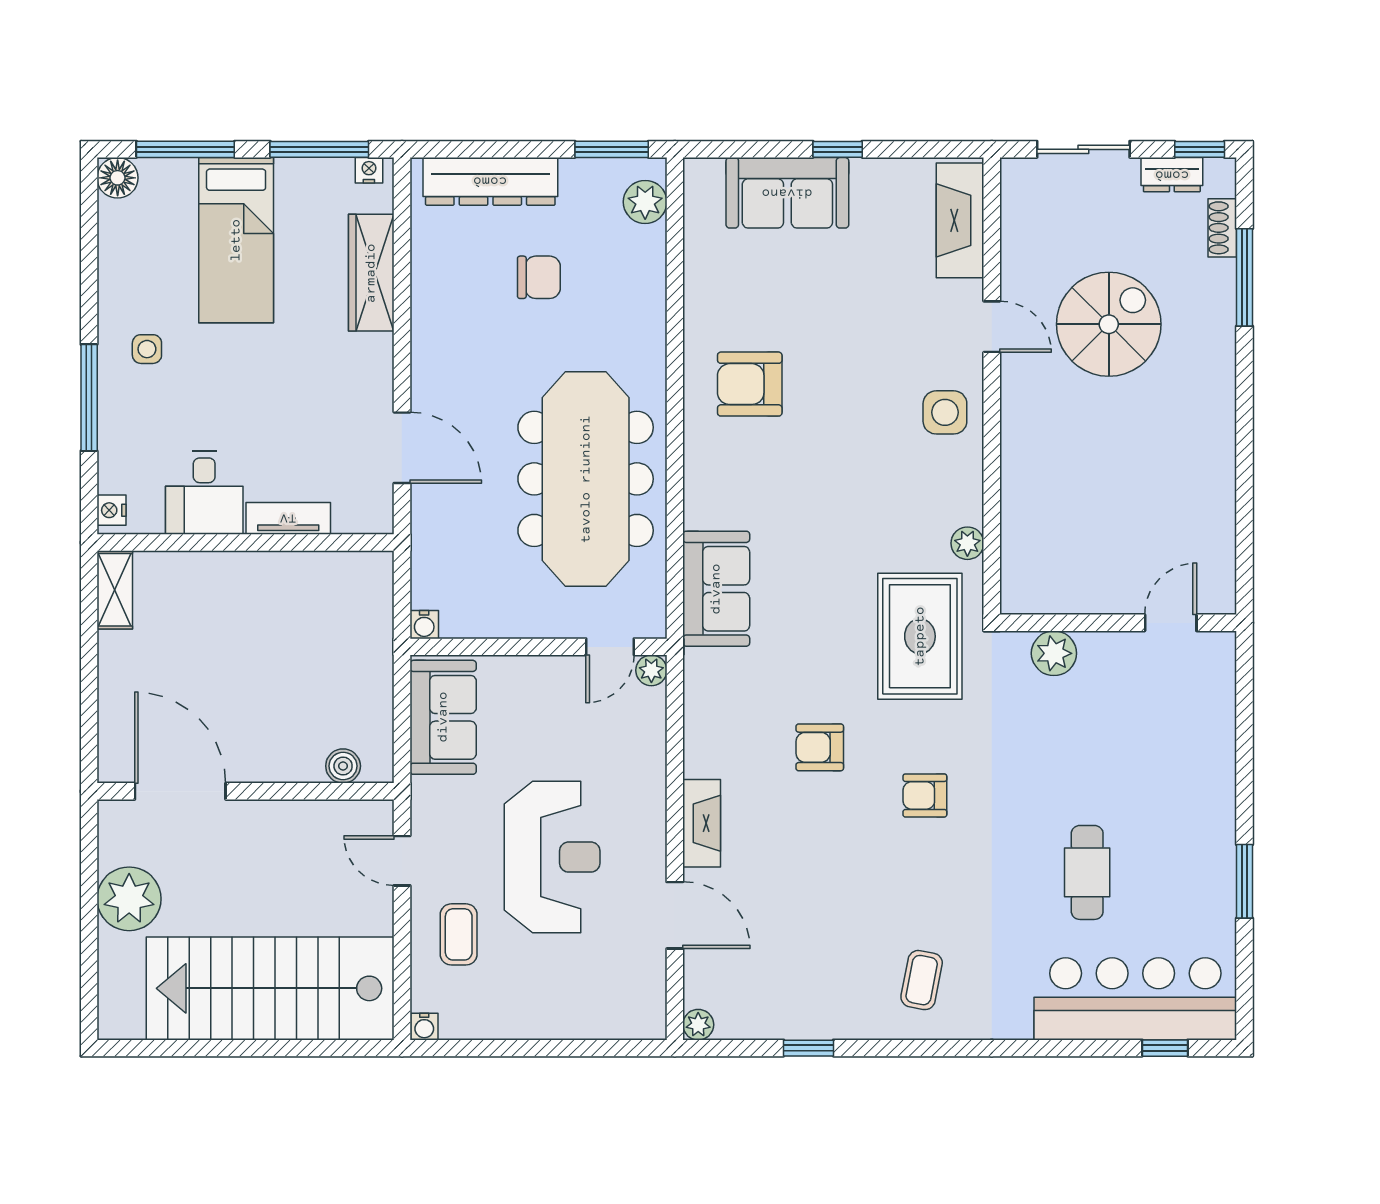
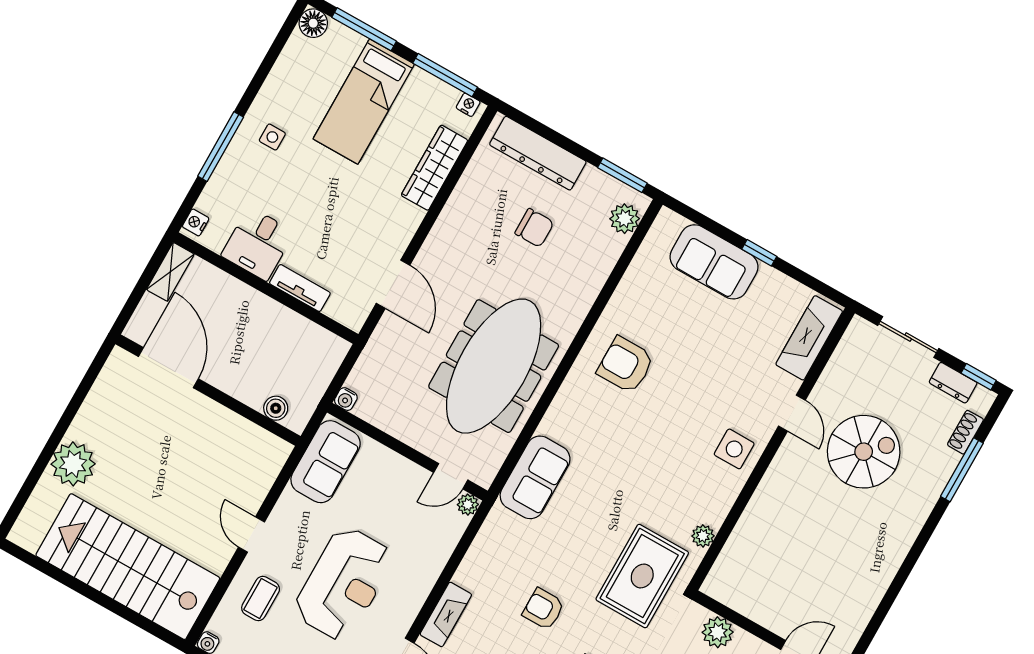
boiler: (343, 766) -> (276, 408), moved
door: (180, 791) -> (168, 368), moved
wall: (246, 791) -> (208, 390), moved

